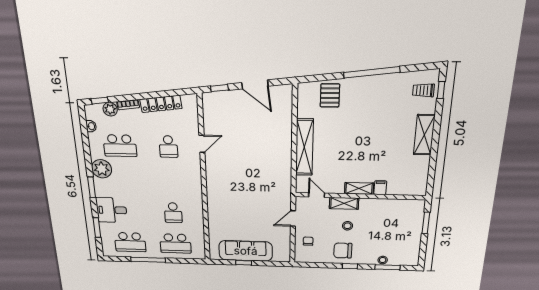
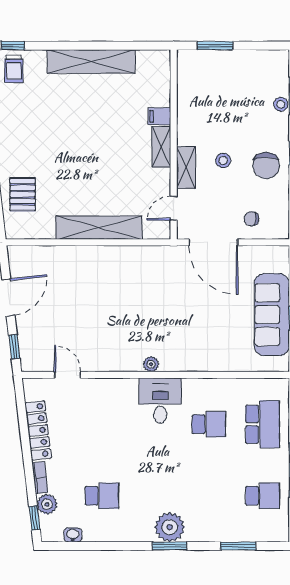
pallet: (330, 95) -> (23, 194), turned 90
shelving: (424, 135) -> (91, 62), width x1.47
door: (202, 144) -> (68, 375), moved
school desk: (120, 146) -> (102, 496), width x0.54
school desk: (168, 147) -> (102, 424), removed
plant: (102, 169) -> (170, 527), moved
plant: (211, 179) -> (151, 364), added
desk: (112, 210) -> (160, 401), moved, turned 180
door: (293, 218) -> (213, 242), width x1.88
school desk: (130, 242) -> (262, 496), width x0.54

